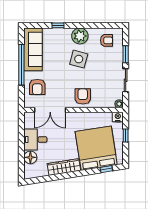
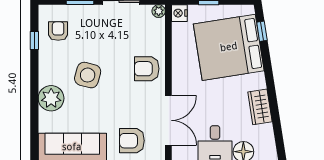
window: (58, 25) -> (34, 40), moved
plant: (80, 36) -> (51, 98), moved
armchair: (37, 87) -> (132, 141), turned 180
wardrobe: (64, 167) -> (260, 107), width x0.67

